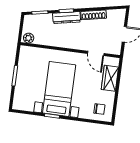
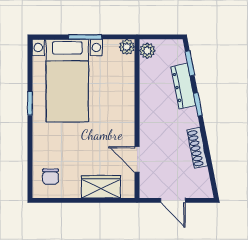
dresser: (67, 18) -> (183, 86), moved
plant: (25, 50) -> (127, 47), added
door: (96, 53) -> (137, 159), hinge flipped
bed with nightstands: (59, 89) -> (67, 81), moved, turned 90

